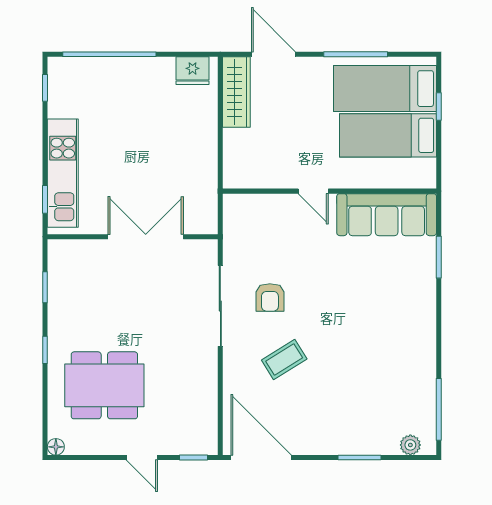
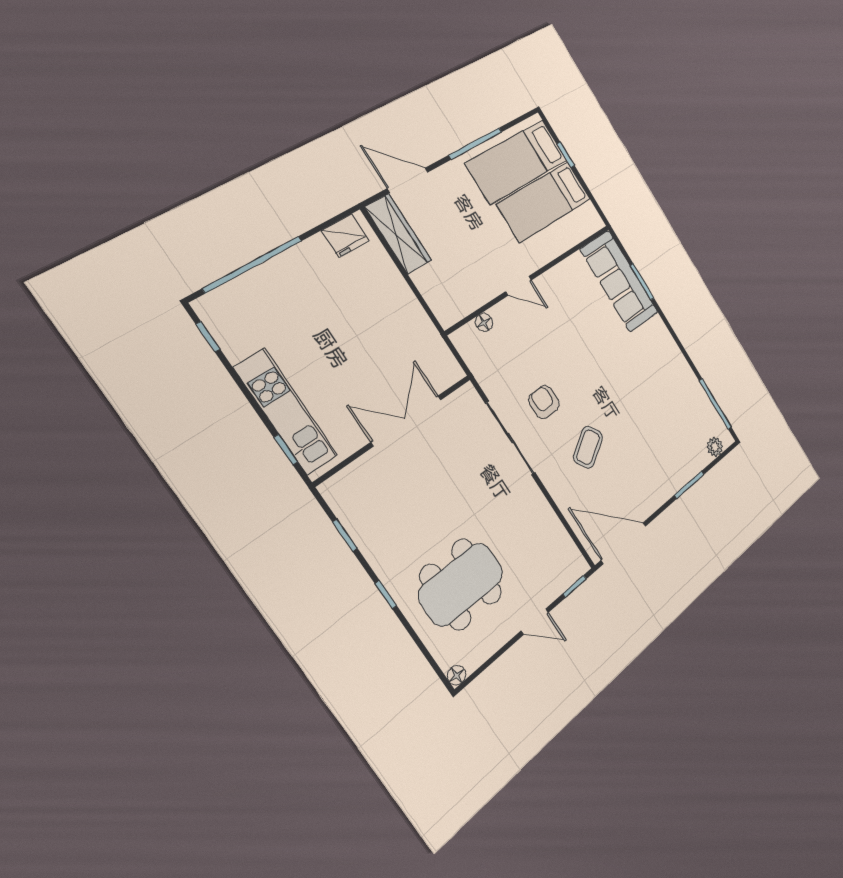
floor lamp: (261, 202) -> (484, 322), added
sofa: (387, 215) -> (619, 281), moved, turned 90
armchair: (270, 297) -> (544, 402), turned 180

